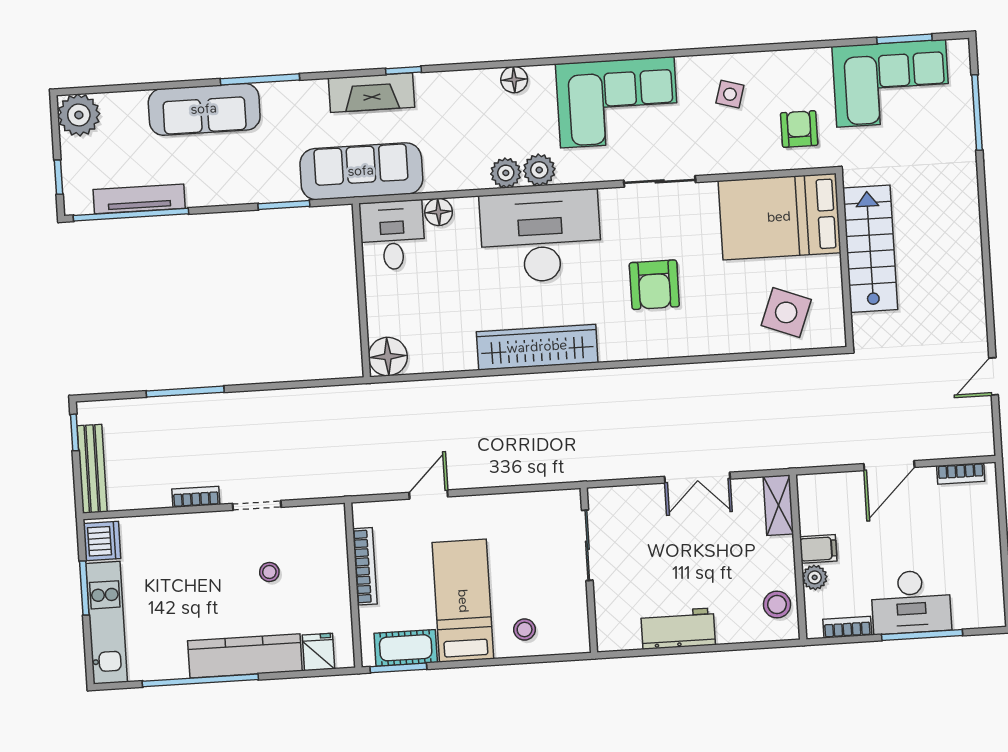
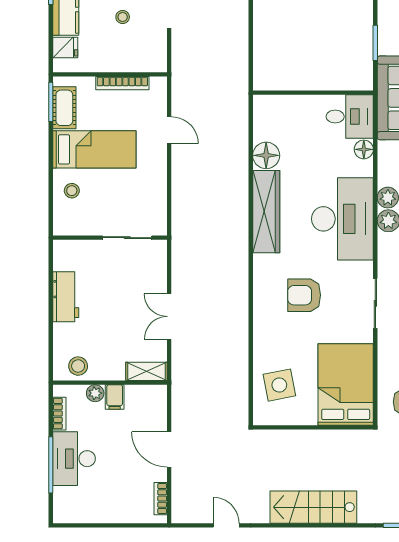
stairs: (870, 249) -> (313, 507), moved, turned 180
side table: (786, 312) -> (279, 385), turned -32
floor lamp: (388, 357) -> (266, 155), moved

